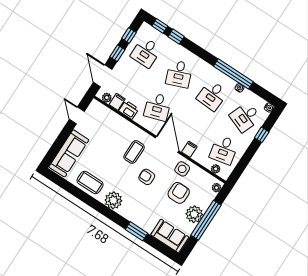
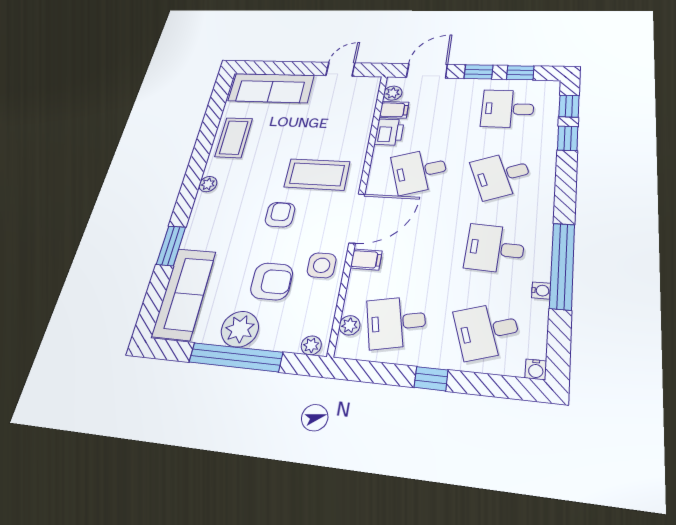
desk: (245, 117) -> (487, 331), turned -39
window: (262, 135) -> (431, 379), moved
coffee table: (134, 152) -> (317, 174), width x1.36, depth x1.32
plant: (113, 200) -> (208, 184), width x0.53, depth x0.53
sofa: (170, 236) -> (184, 293), width x1.36

